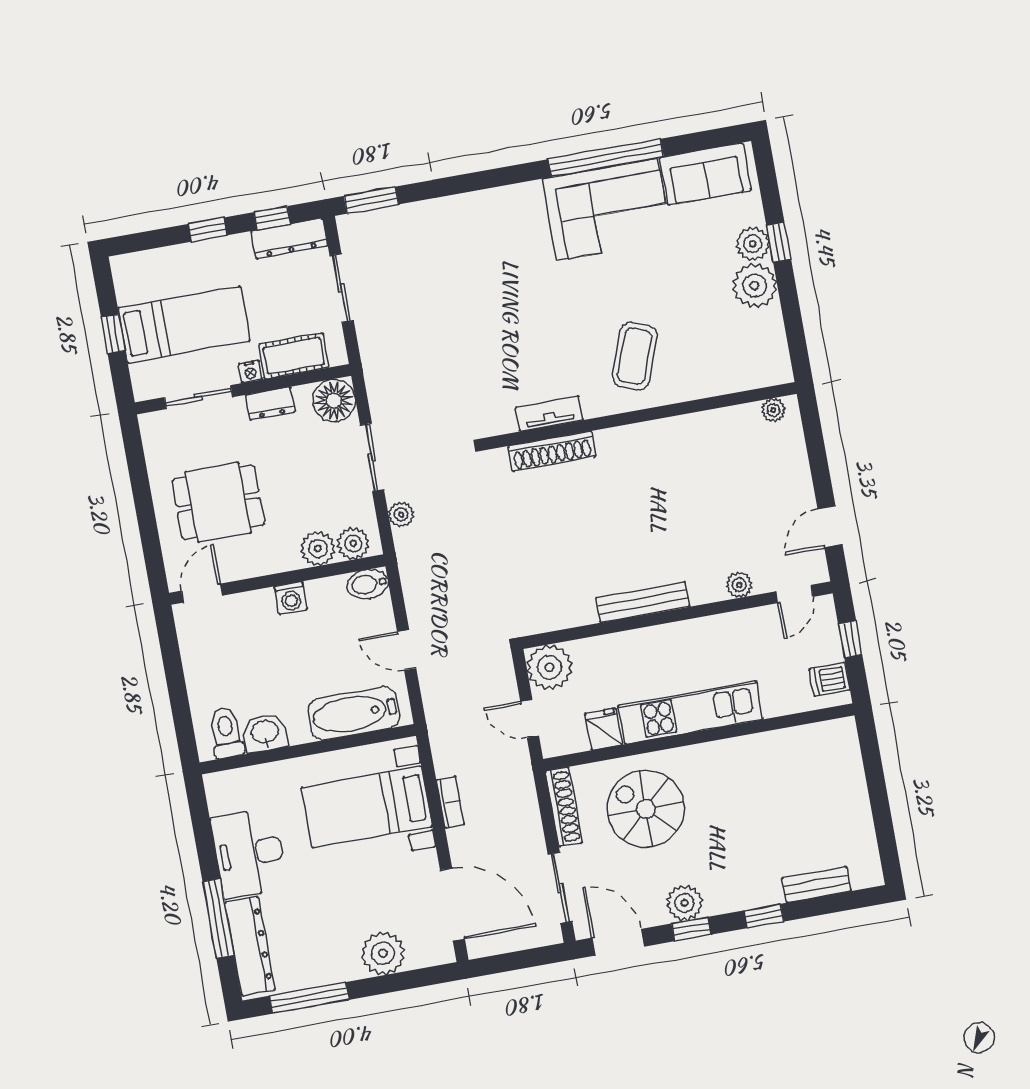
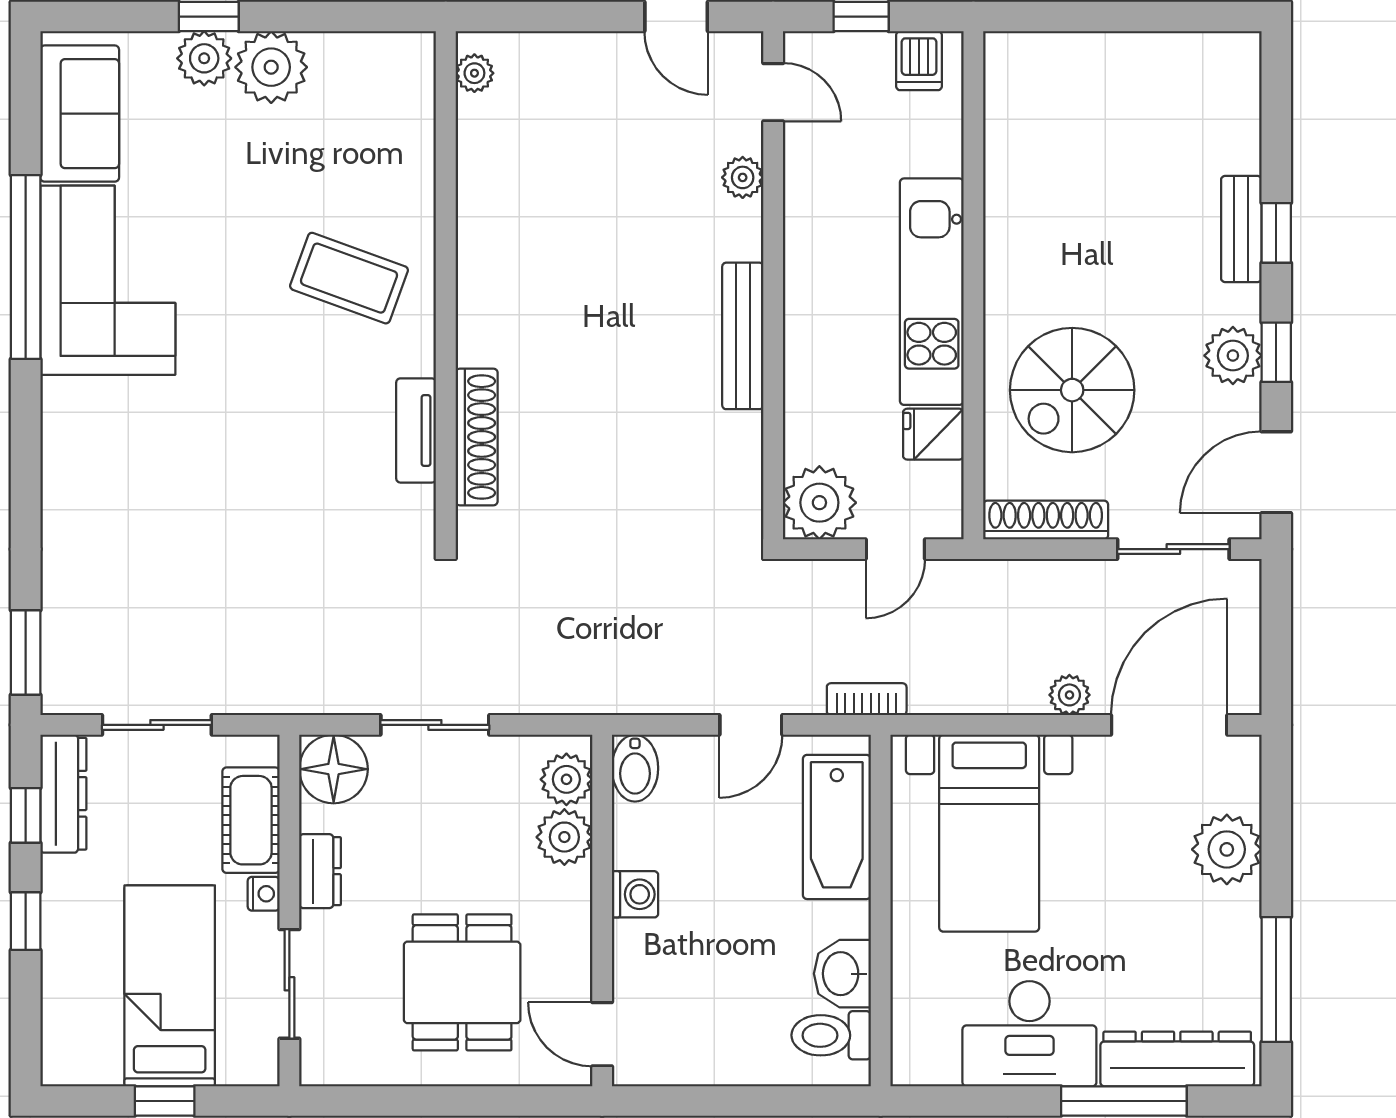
plant: (401, 515) -> (1069, 695), moved
bookcase: (450, 802) -> (867, 699), moved
bench: (816, 885) -> (1241, 229), moved

